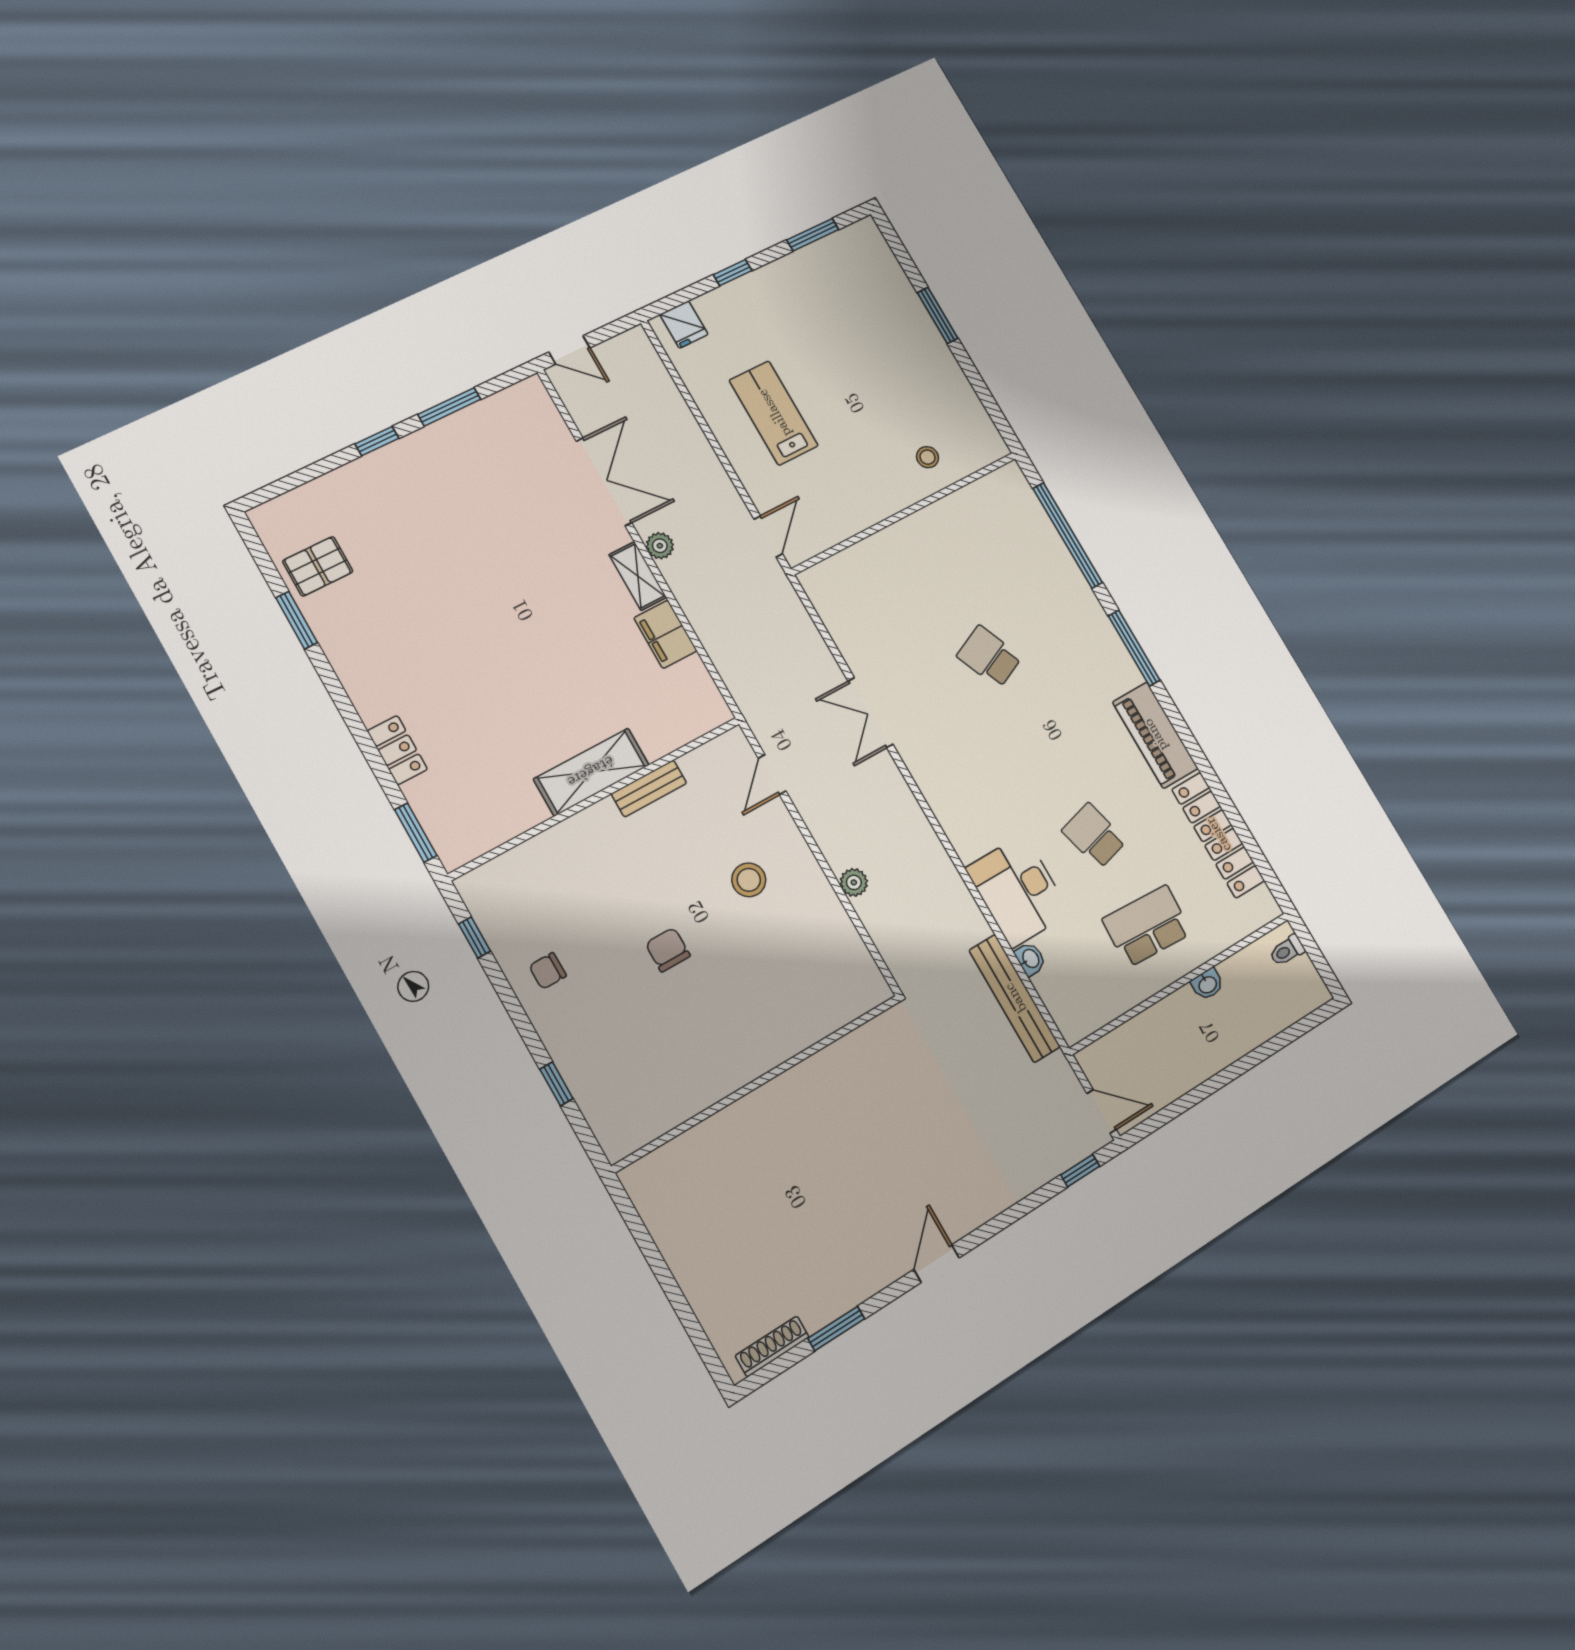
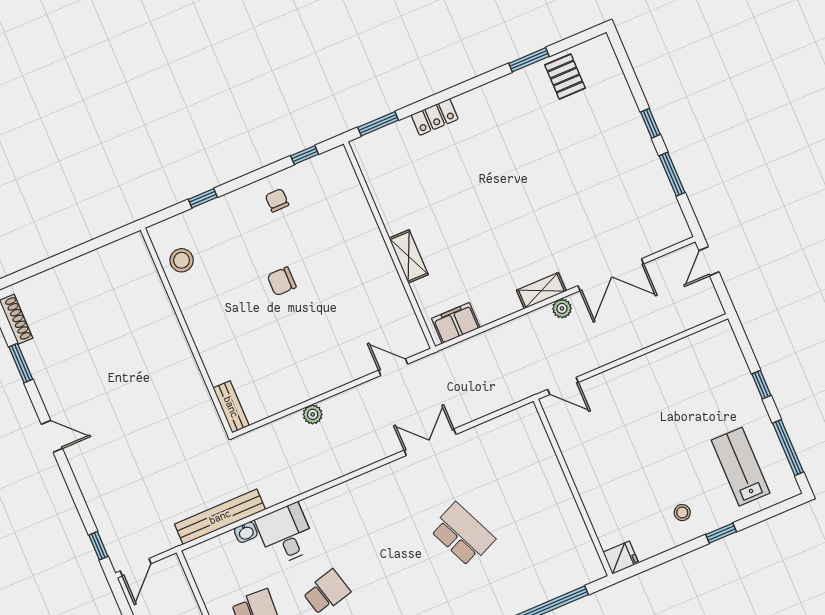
window: (813, 235) -> (788, 448), width x1.44
window: (938, 316) -> (721, 533), width x0.67
fridge: (684, 324) -> (621, 558), moved, turned 180
lab bench: (774, 413) -> (741, 467), moved, turned -90
stool: (928, 457) -> (682, 513), moved
filing cabinet: (665, 634) -> (456, 323), moved
school desk: (989, 657) -> (463, 534), width x1.85
shelving: (591, 772) -> (409, 256), width x0.67, depth x0.75
bench: (649, 788) -> (231, 407), moved
stool: (749, 880) -> (182, 260), moved
desk: (1018, 891) -> (286, 534), width x0.73
chair: (668, 950) -> (282, 281), turned 180

